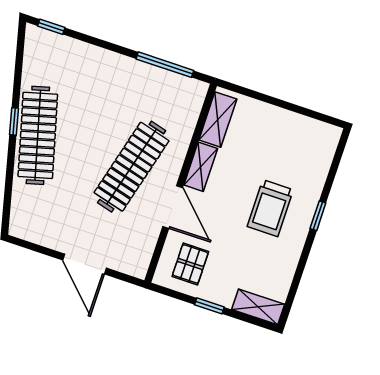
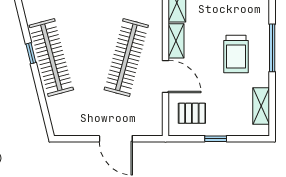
window: (318, 216) -> (272, 48), width x2.17
pallet: (190, 264) -> (192, 113), turned 90
shelving: (258, 307) -> (261, 106), moved, turned 90

